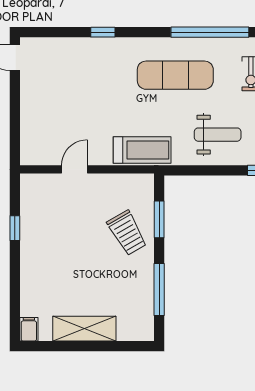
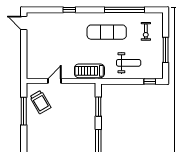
treadmill: (142, 150) -> (90, 71), turned 180
window: (15, 228) -> (24, 111), width x2.17
trolley: (127, 233) -> (40, 102), moved

